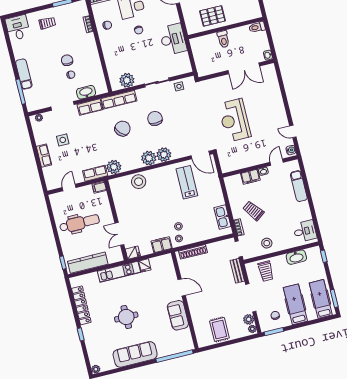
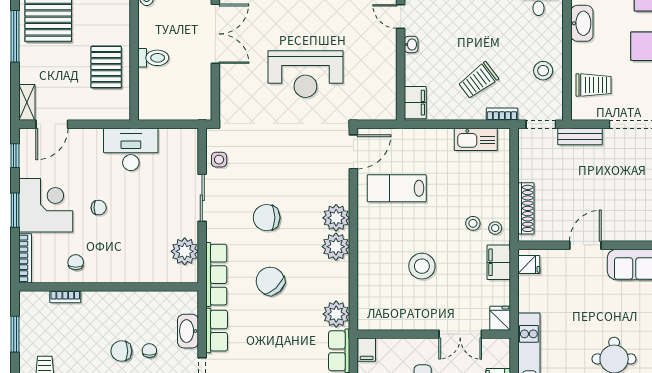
filing cabinet: (250, 177) -> (415, 103), moved
stool: (139, 182) -> (422, 266), moved
fridge: (145, 265) -> (529, 265), moved

